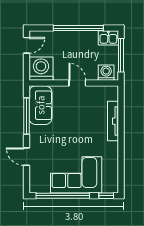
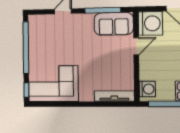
door: (77, 83) -> (136, 46), moved
tv unit: (113, 121) -> (114, 96), moved
corner sofa: (76, 175) -> (53, 84), moved, turned -90

